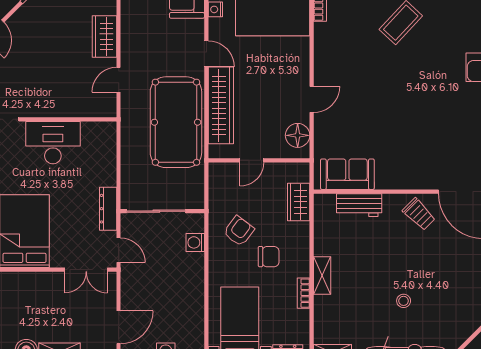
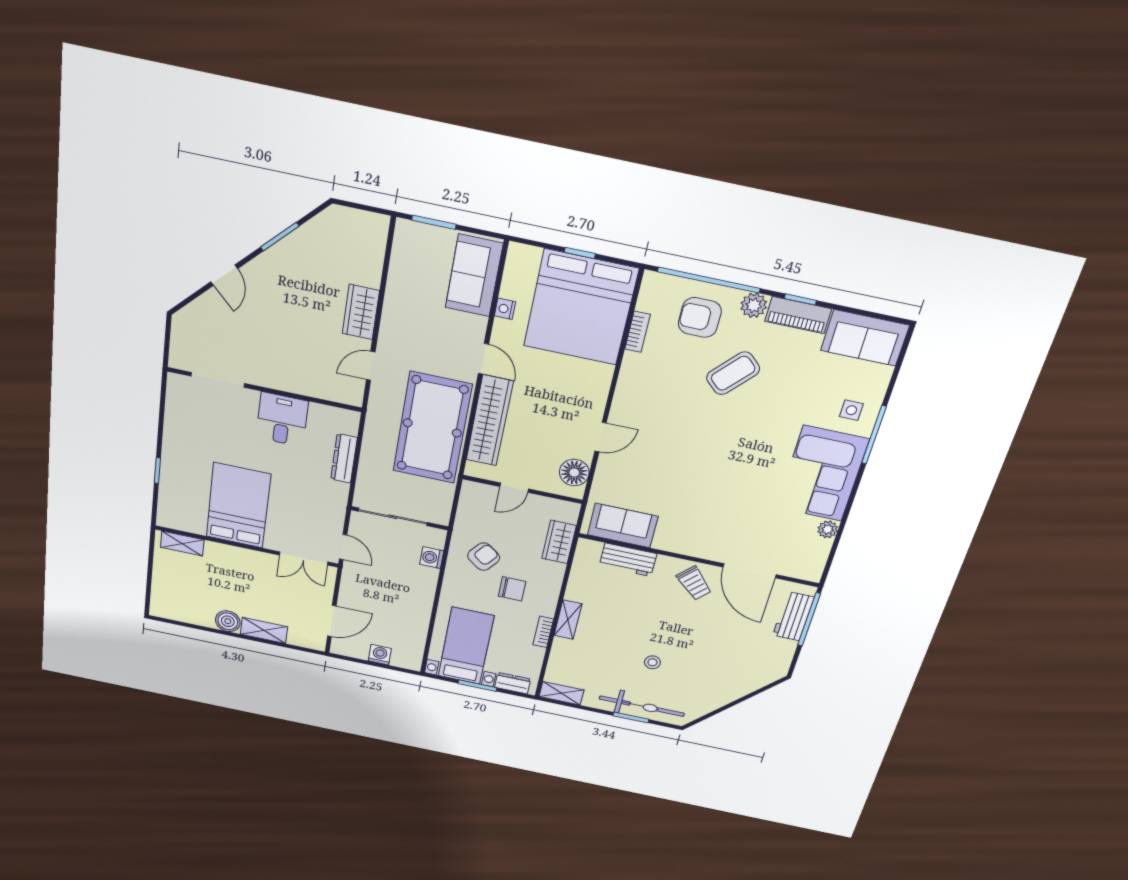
desk: (53, 143) -> (282, 419), width x0.73
dresser: (108, 209) -> (344, 458), moved

